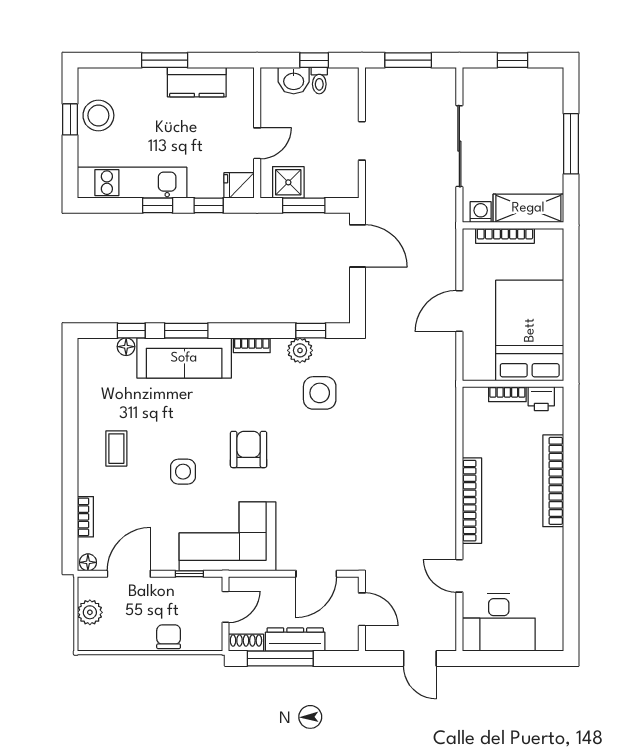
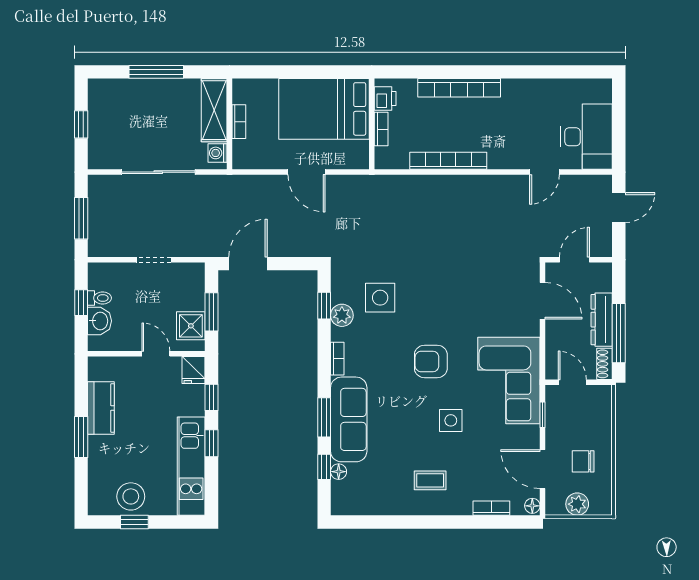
bookcase: (505, 236) -> (239, 122), width x0.64
bookcase: (472, 501) -> (448, 161), moved
chair: (169, 637) -> (583, 461), moved

